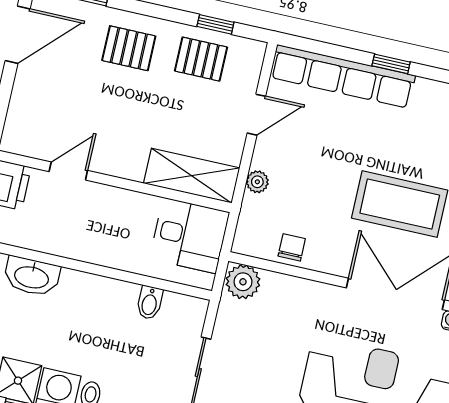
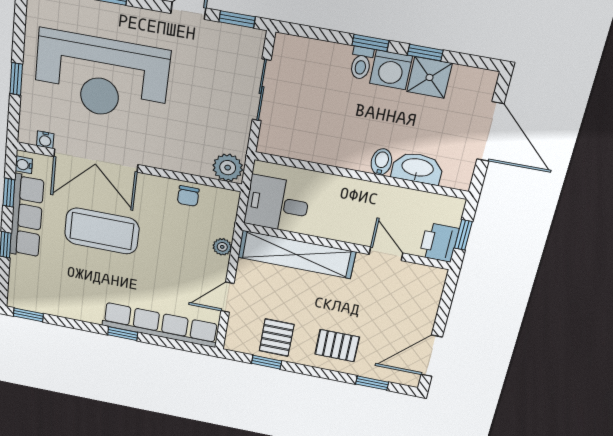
pallet: (201, 59) -> (277, 338), turned 90
door: (68, 171) -> (386, 254), swing flipped
shelving: (192, 176) -> (296, 254), width x1.47
bidet: (150, 303) -> (381, 162), moved

